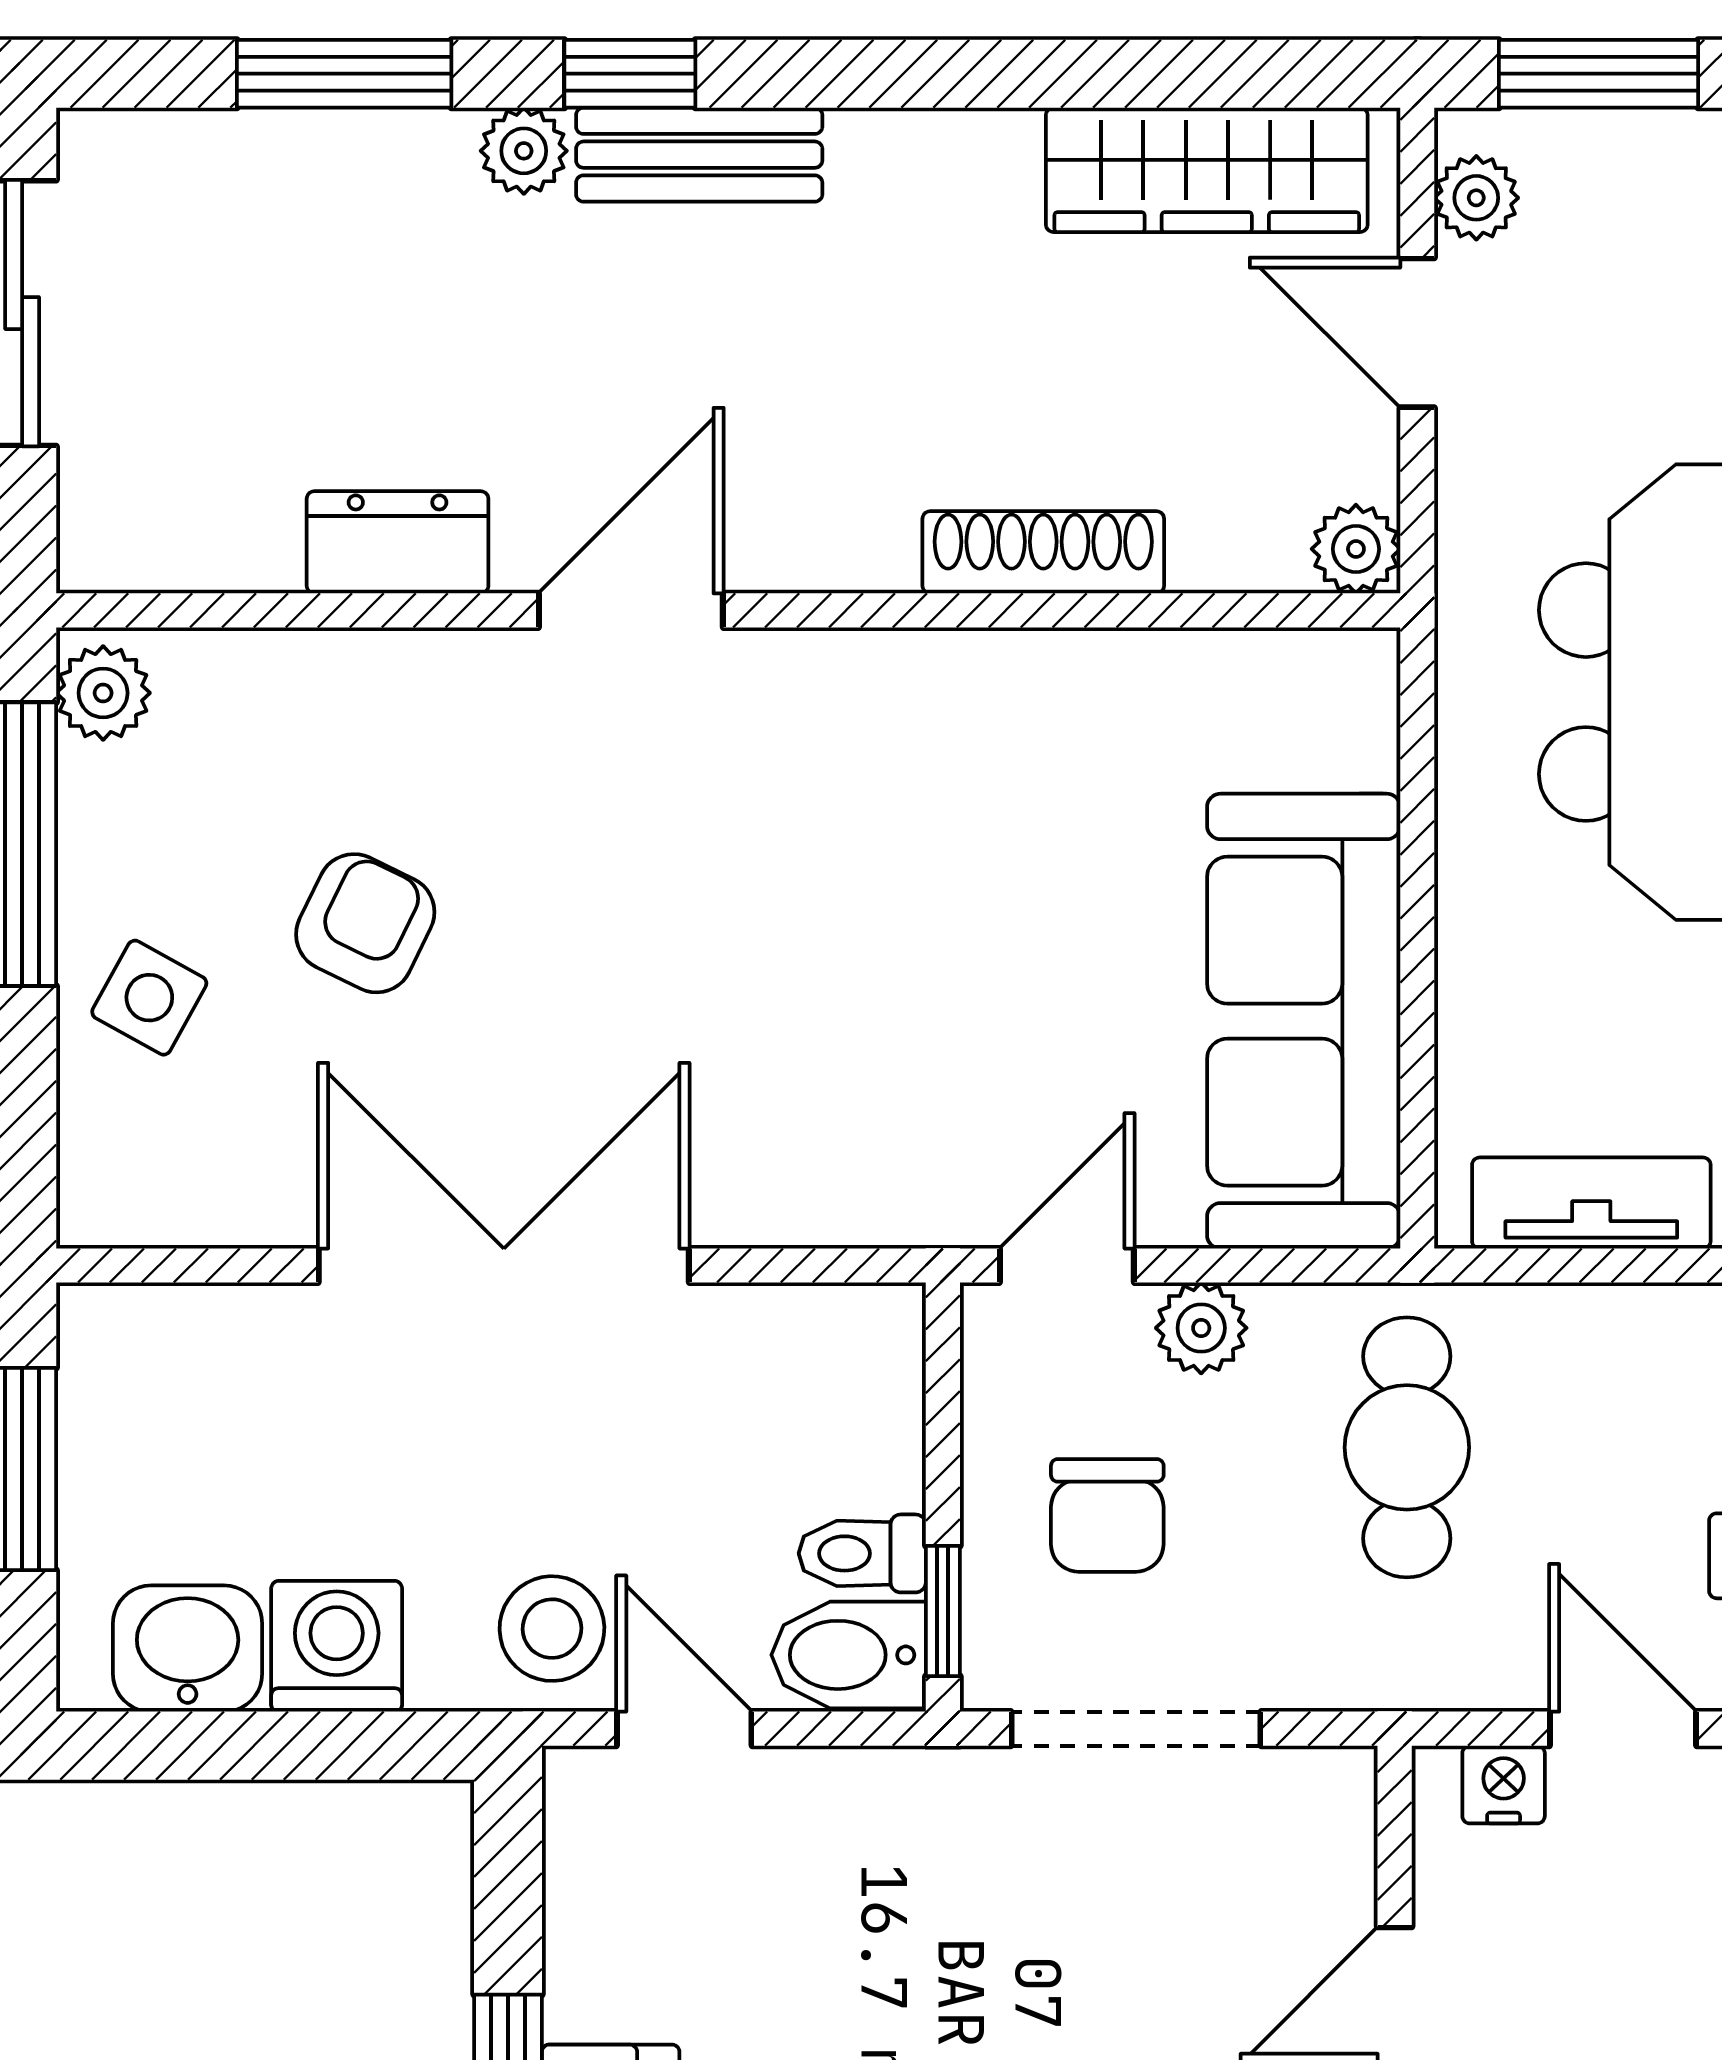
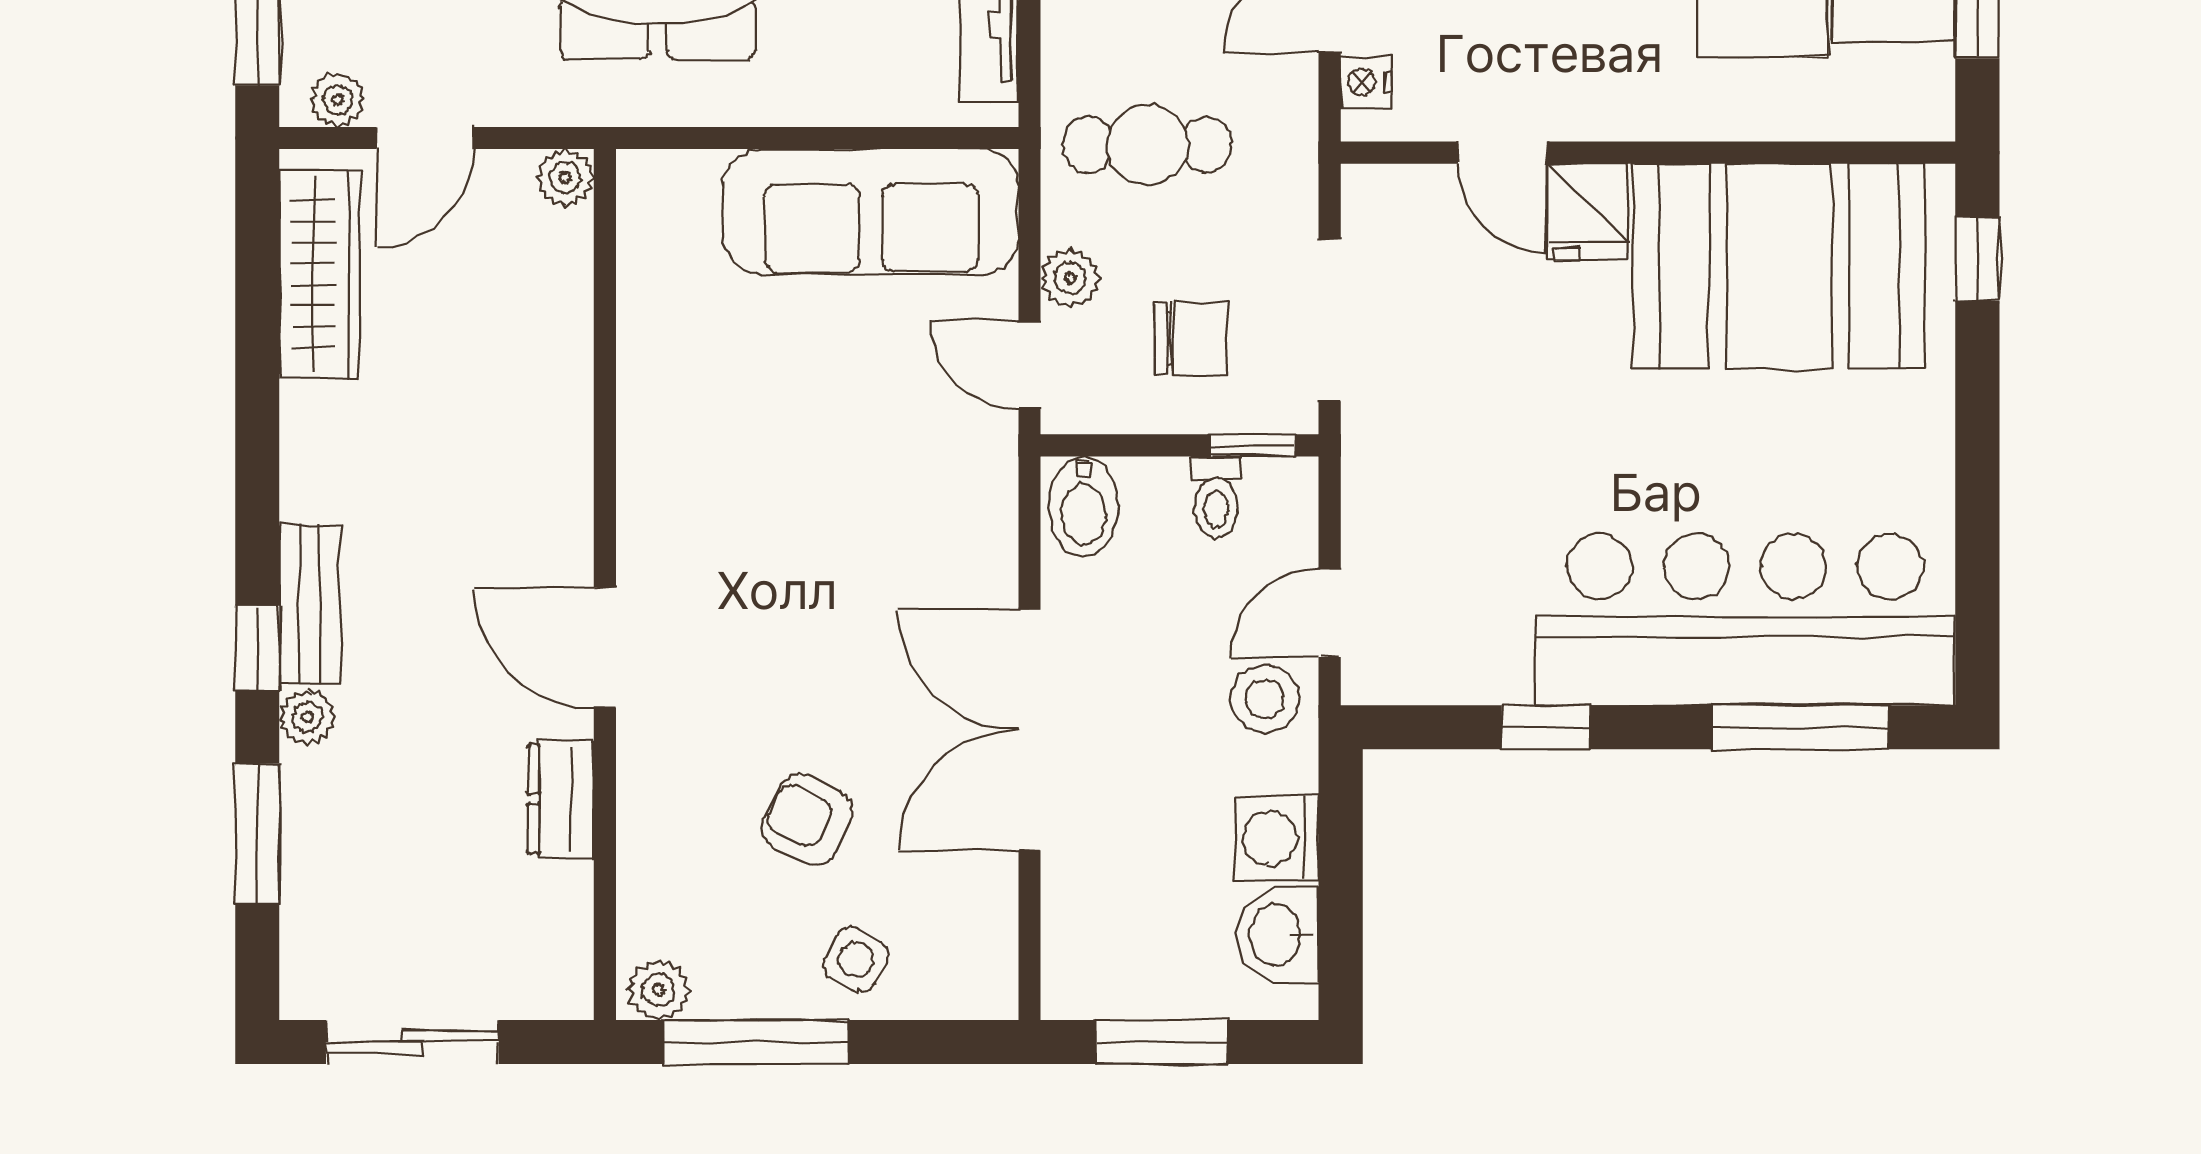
shoe rack: (1043, 552) -> (567, 380), removed
bidet: (849, 1655) -> (1084, 507), moved

